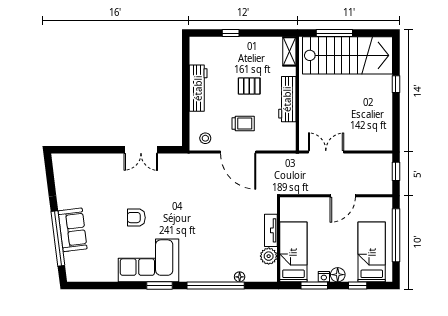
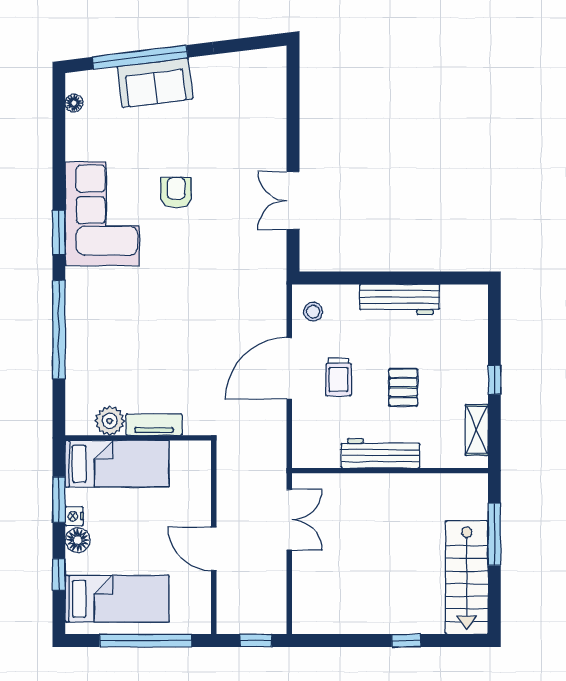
window: (231, 33) -> (494, 380), moved
shelving: (289, 51) -> (477, 430), moved, turned 90
stairs: (347, 55) -> (467, 578), width x0.73, depth x0.66
floor lamp: (240, 277) -> (74, 103), moved

